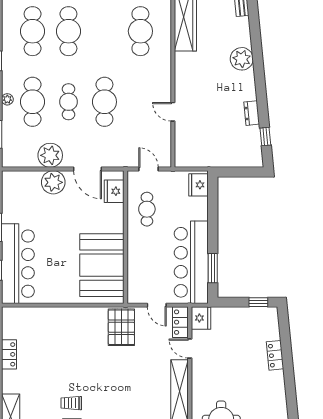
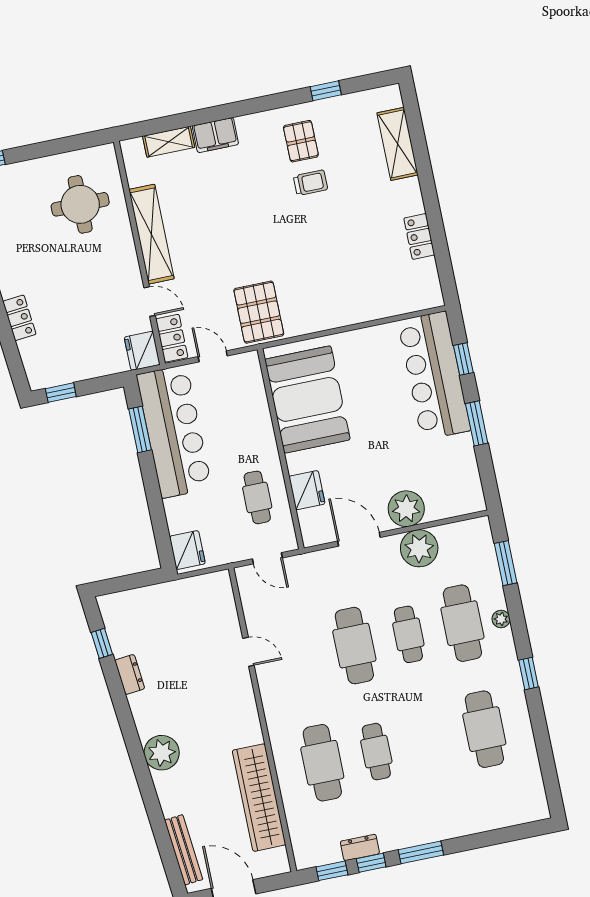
cafe table: (68, 31) -> (376, 752), moved, width x0.73, depth x0.74
fridge: (114, 191) -> (307, 490), moved

